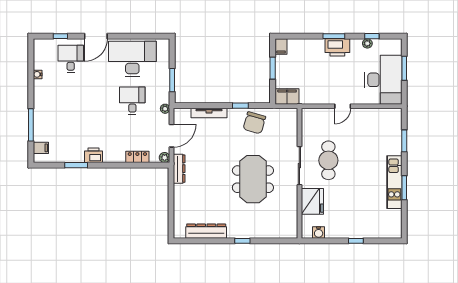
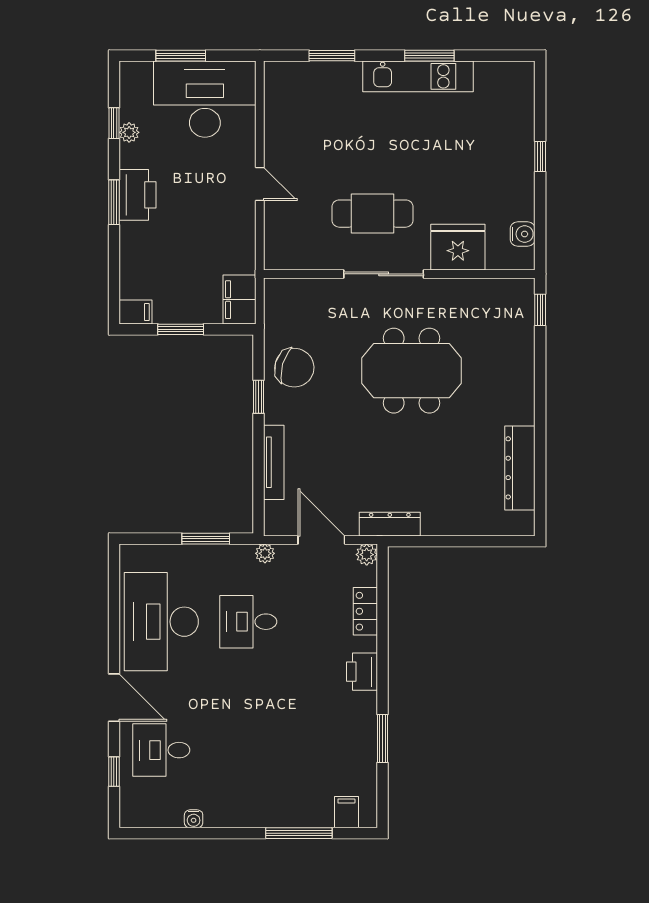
printer: (93, 155) -> (362, 672), moved
window: (242, 241) -> (540, 310), moved

